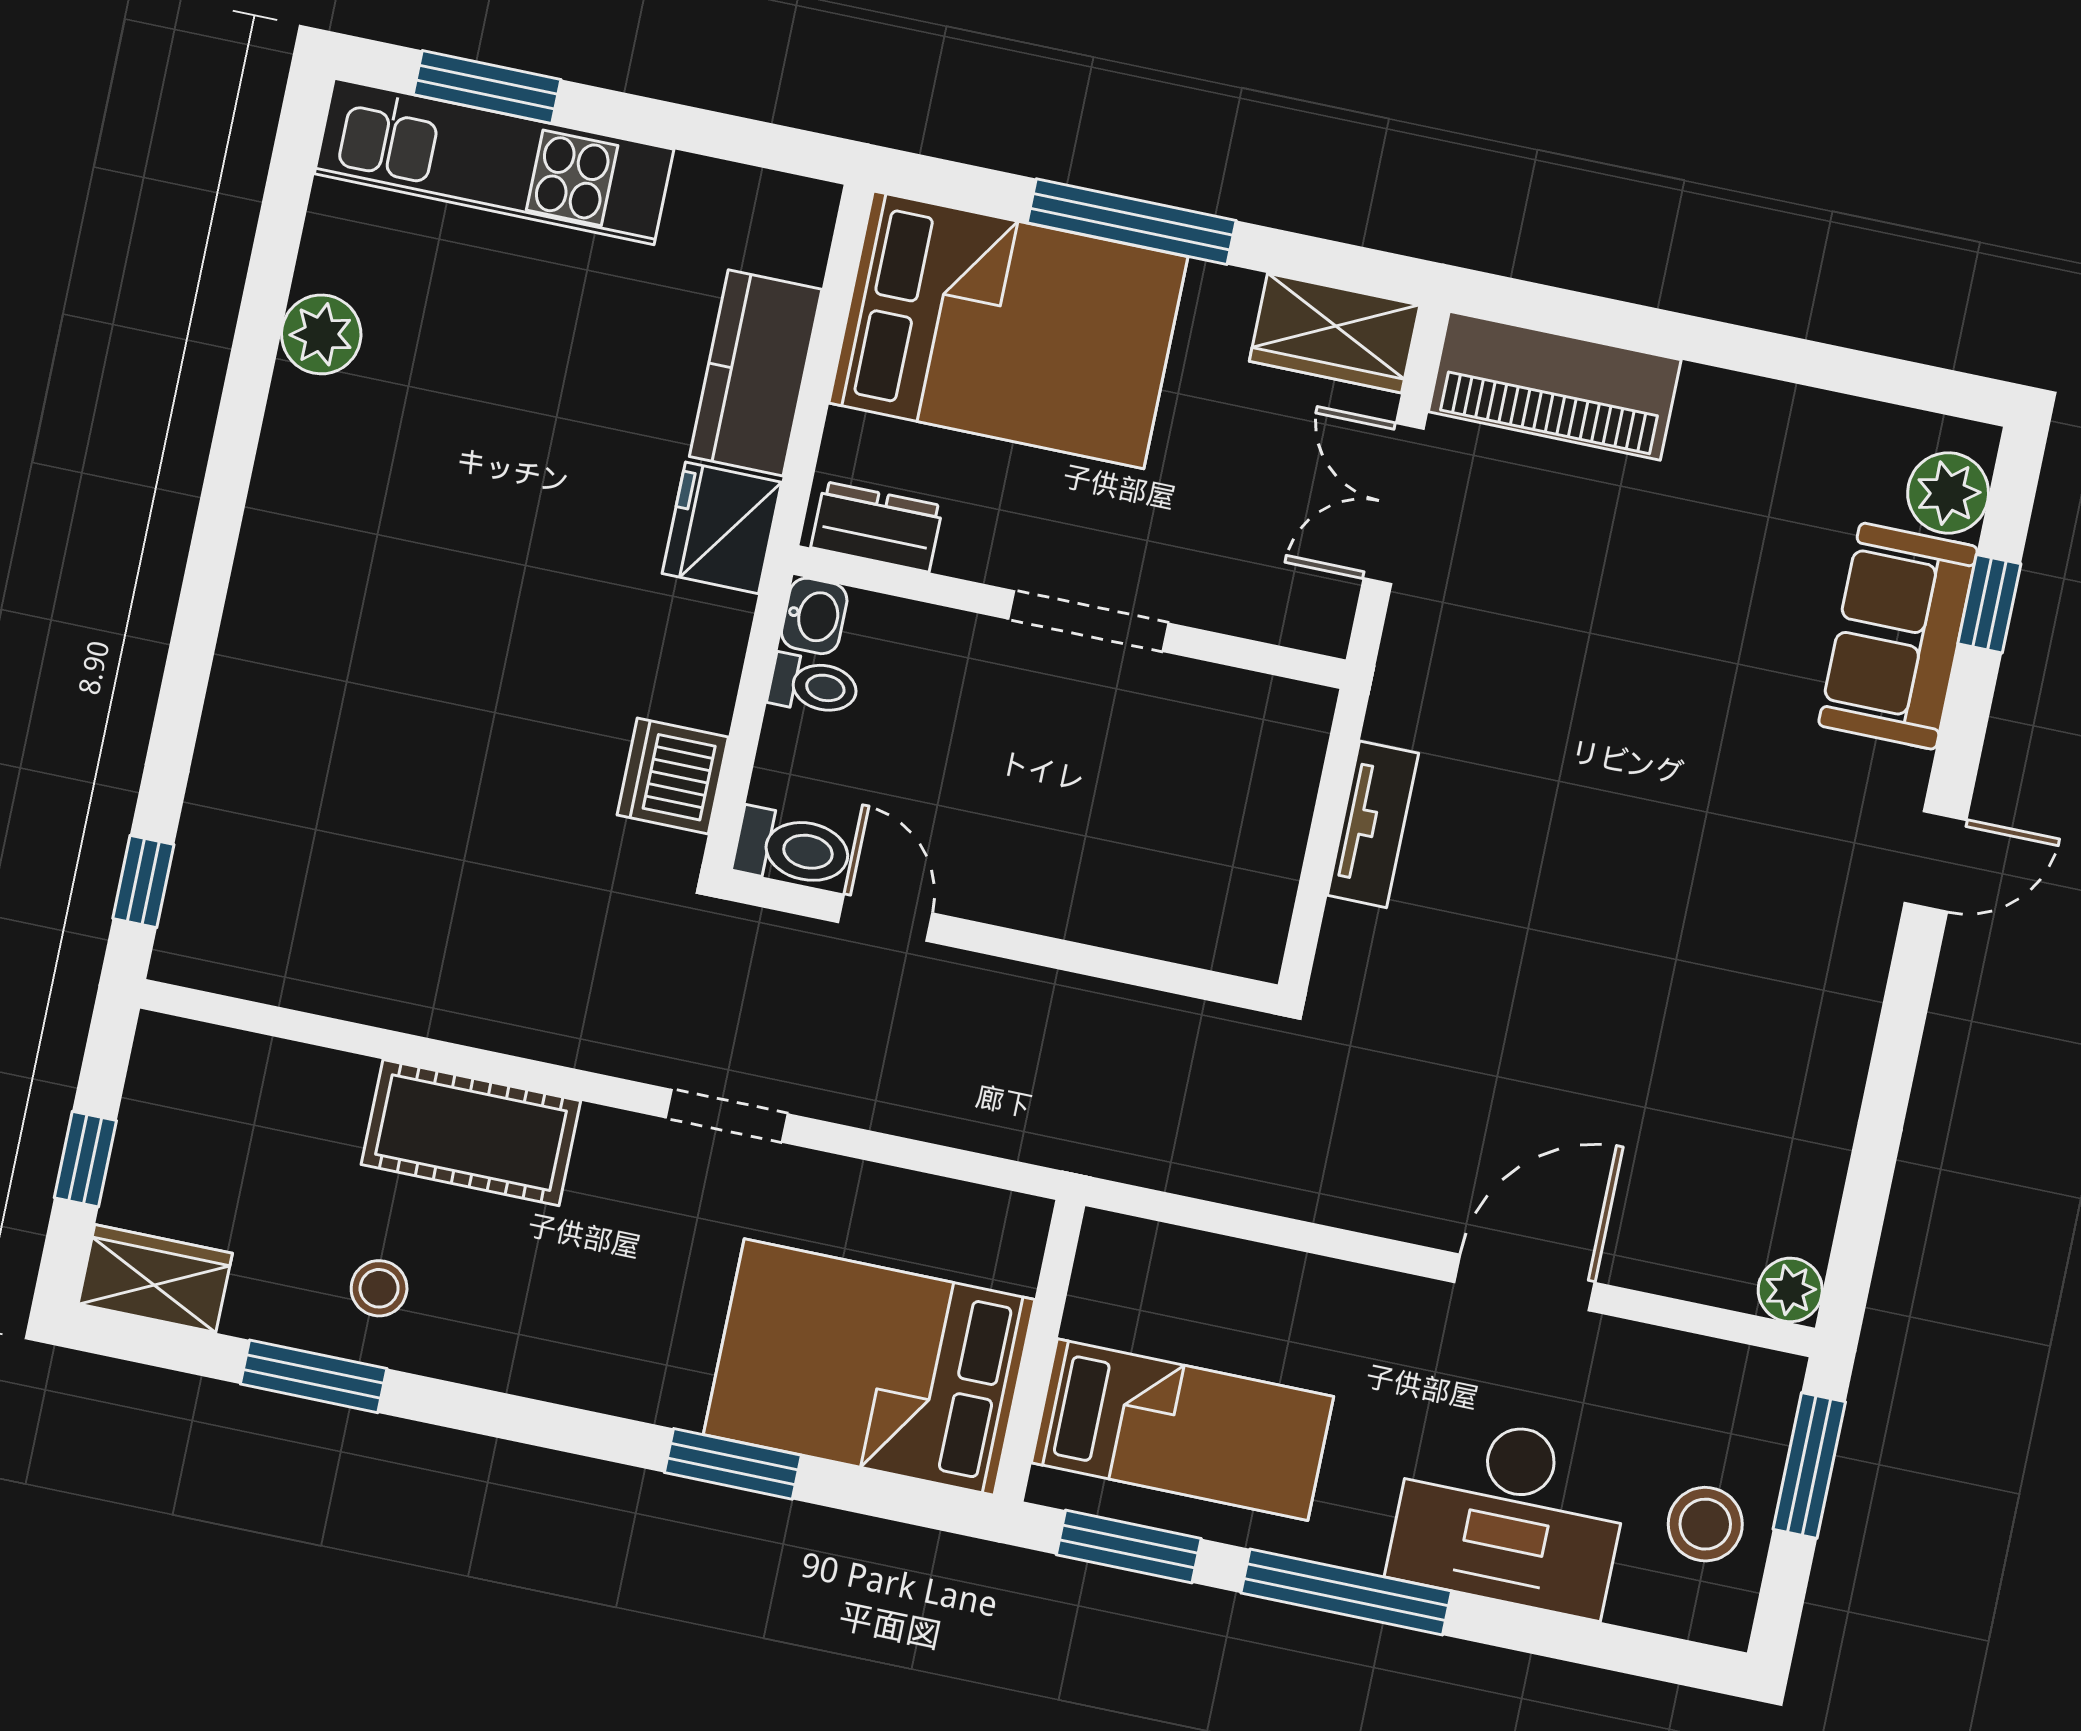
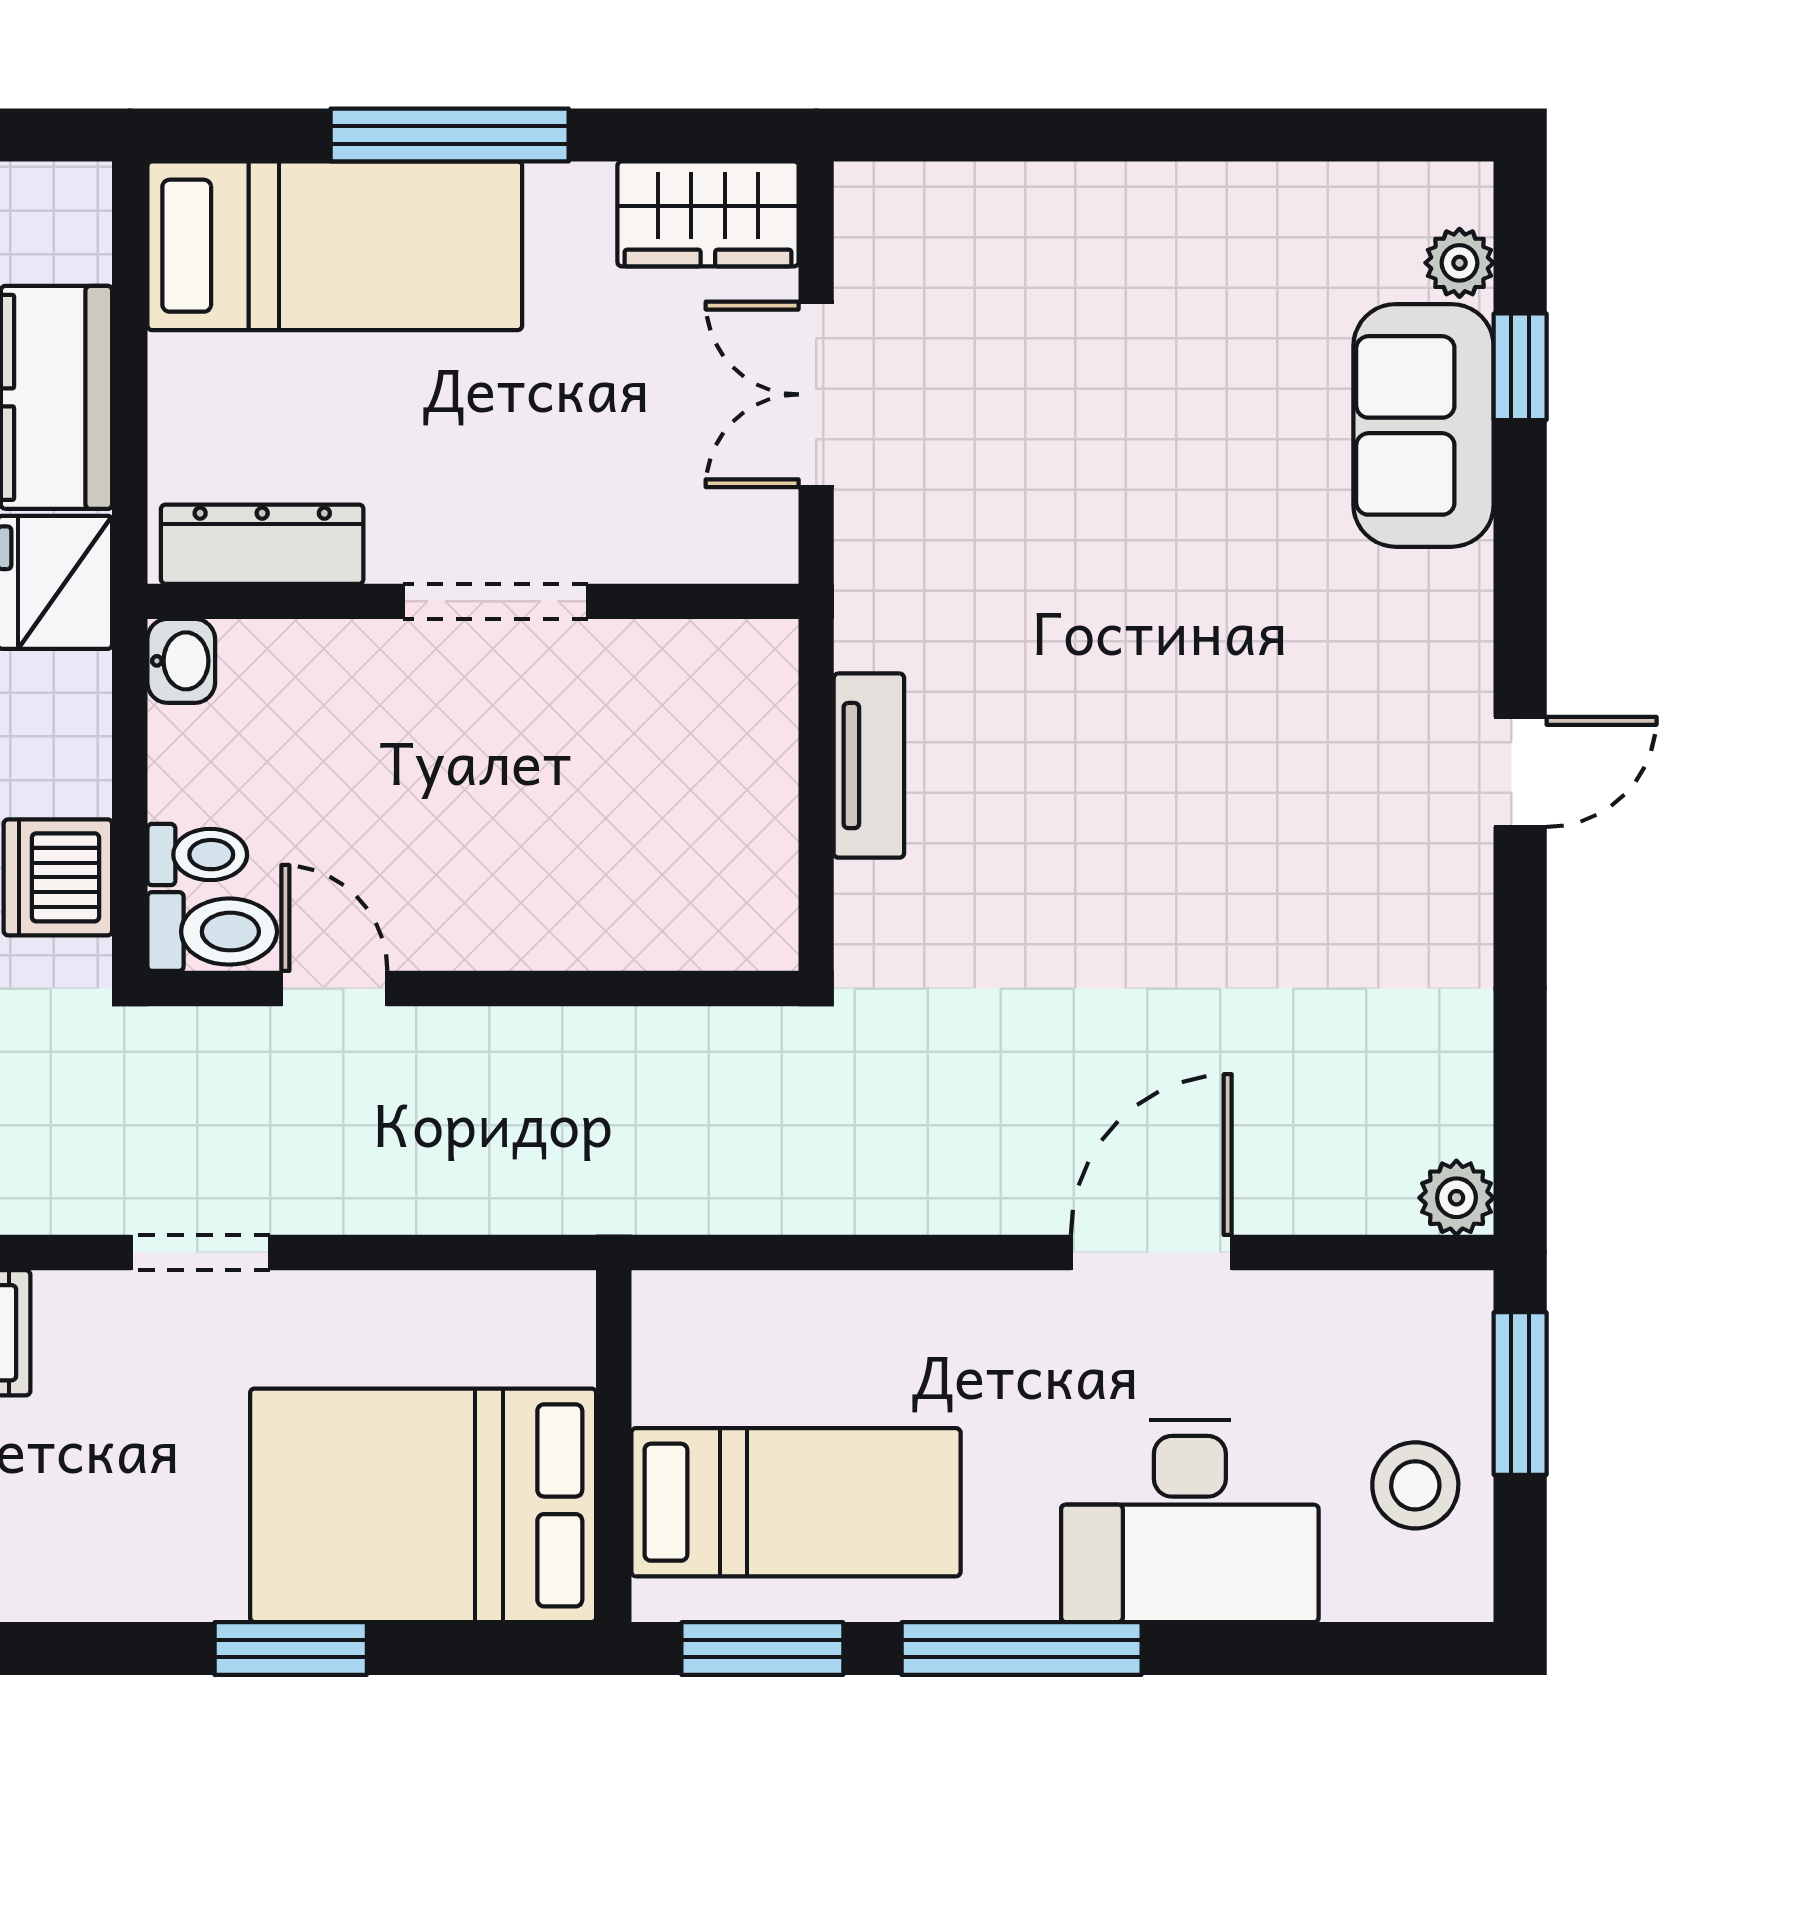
bed: (1008, 330) -> (335, 246), width x0.67
piano: (1555, 386) -> (972, 221), removed
plant: (1948, 493) -> (1459, 263), width x0.73, depth x0.73
dresser: (877, 527) -> (262, 544), width x1.44
toilet: (814, 685) -> (197, 855), moved
door: (1936, 861) -> (1520, 772), moved

